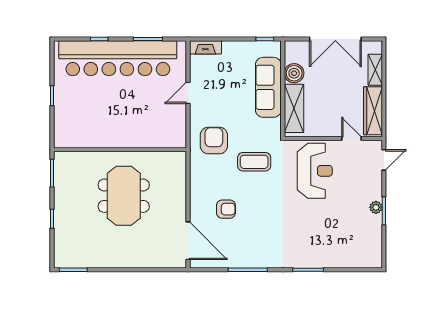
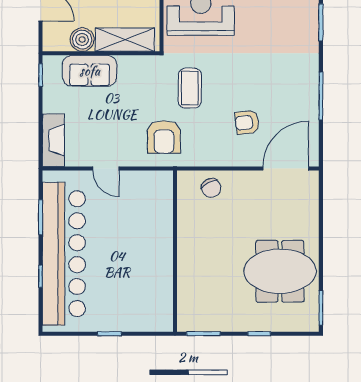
fireplace: (205, 47) -> (53, 140), width x1.37, depth x1.32
sofa: (268, 87) -> (90, 71), width x0.73
armchair: (214, 141) -> (164, 137), turned -90
chair: (172, 179) -> (211, 188), added
meeting table: (124, 196) -> (280, 271), moved
armchair: (226, 209) -> (247, 122), turned -97

